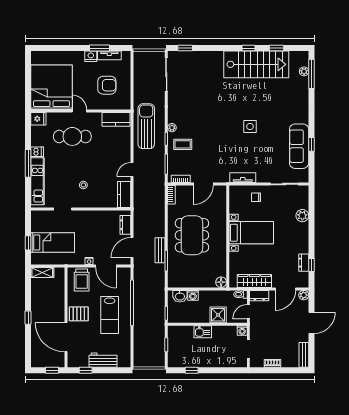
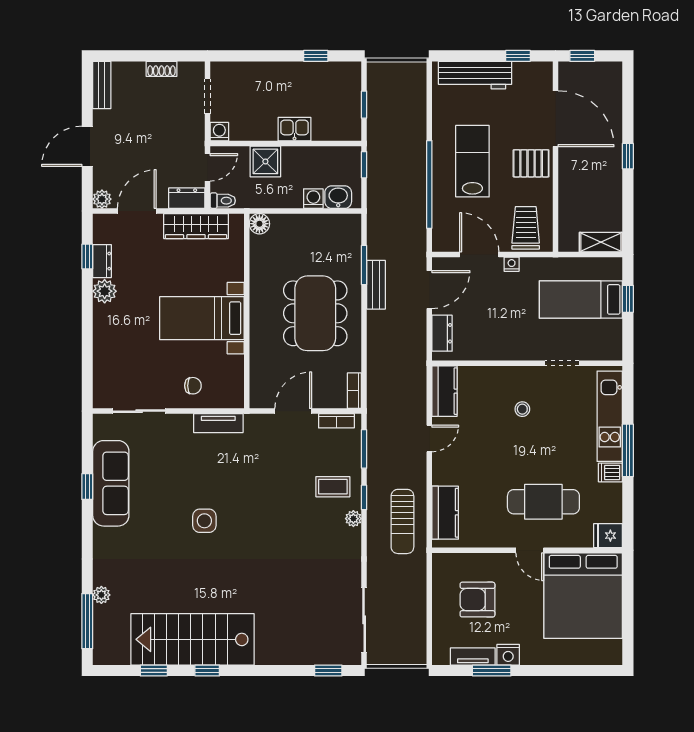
plant: (304, 71) -> (101, 595), moved
kitchen counter: (116, 119) -> (445, 513), moved, turned 90
sun lounger: (146, 126) -> (402, 521), width x0.73, depth x0.75
plant: (302, 216) -> (105, 291), moved
workbench: (103, 360) -> (475, 75), width x1.38

